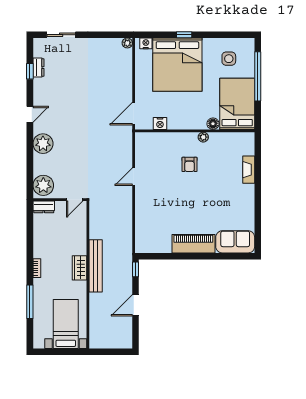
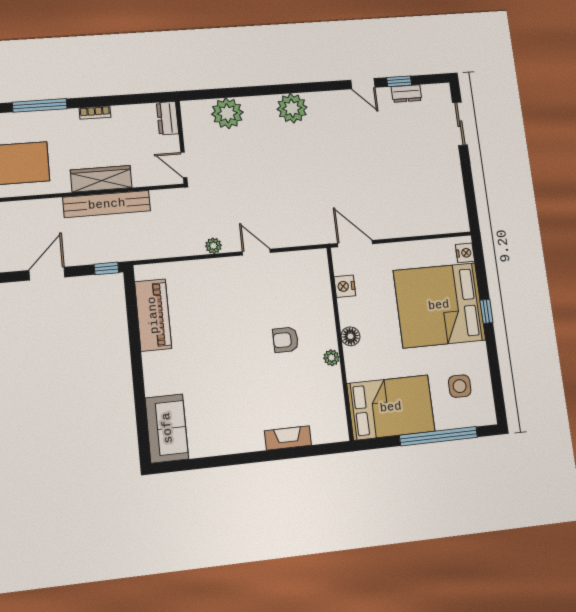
plant: (127, 43) -> (213, 246), moved
door: (30, 114) -> (363, 84), moved
floor lamp: (213, 124) -> (350, 336), moved
wall: (60, 200) -> (182, 142), moved
door: (75, 200) -> (184, 165), moved
dresser: (44, 207) -> (168, 118), moved
piano: (193, 244) -> (153, 315), moved
wardrobe: (79, 268) -> (101, 179), width x1.50
door: (136, 305) -> (47, 274), hinge flipped

